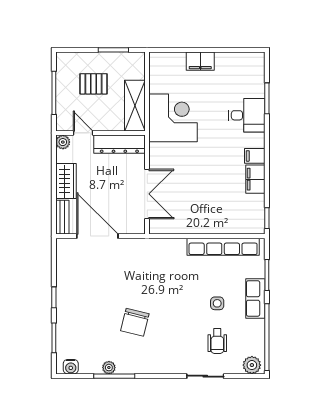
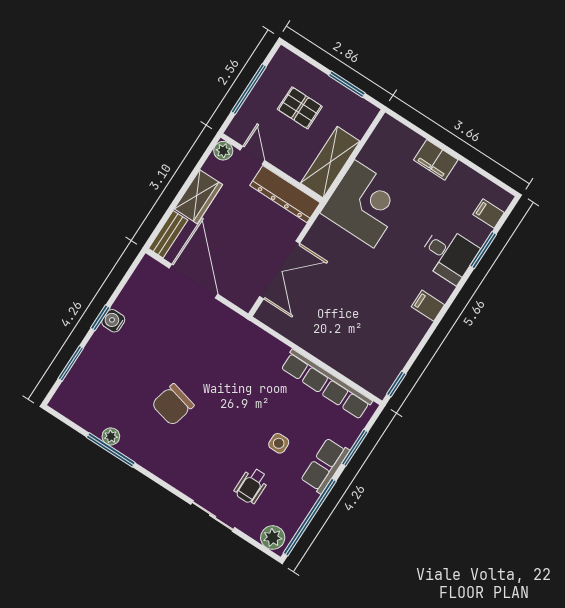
filing cabinet: (255, 179) -> (489, 214), moved, width x0.50
water cooler: (71, 367) -> (113, 321), moved, turned 90

